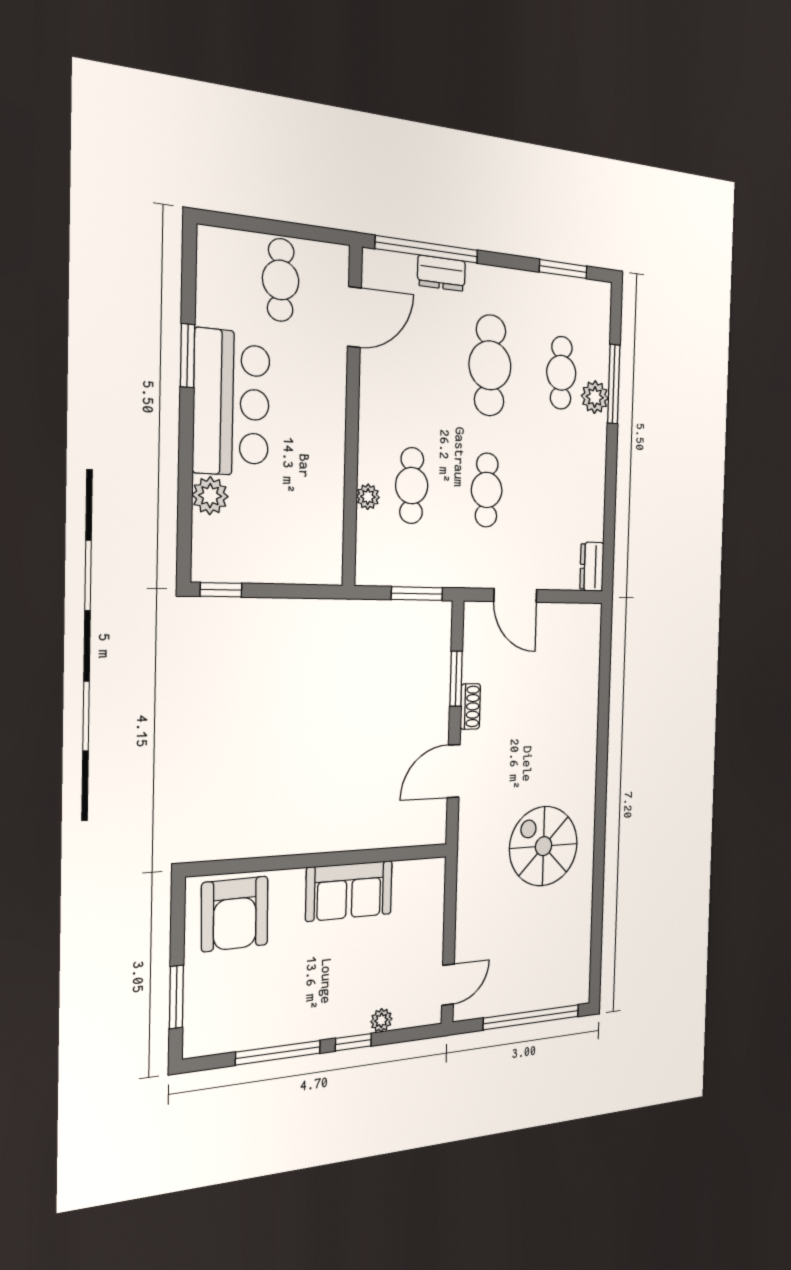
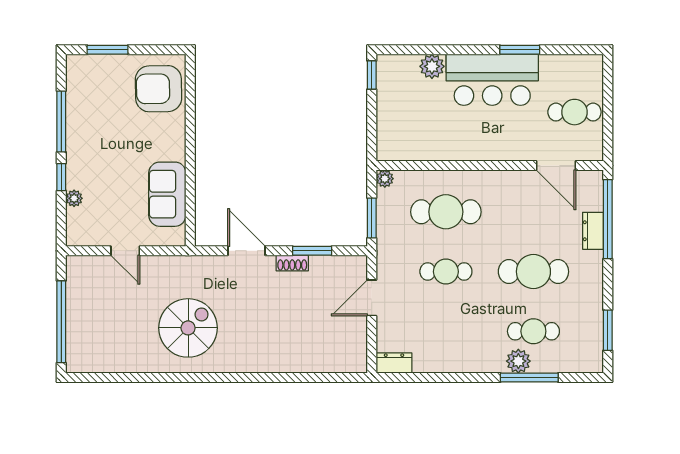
cafe table: (412, 486) -> (446, 212), width x1.37, depth x1.35
plant: (368, 497) -> (385, 179), moved
sofa: (349, 891) -> (167, 194), moved
door: (448, 985) -> (125, 251), moved

